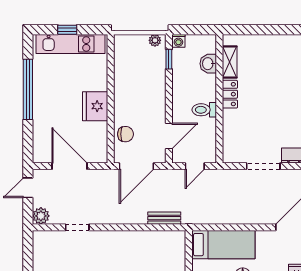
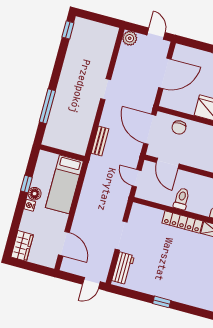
locker: (230, 94) -> (182, 222), width x1.53
doorway: (77, 227) -> (106, 89), moved

